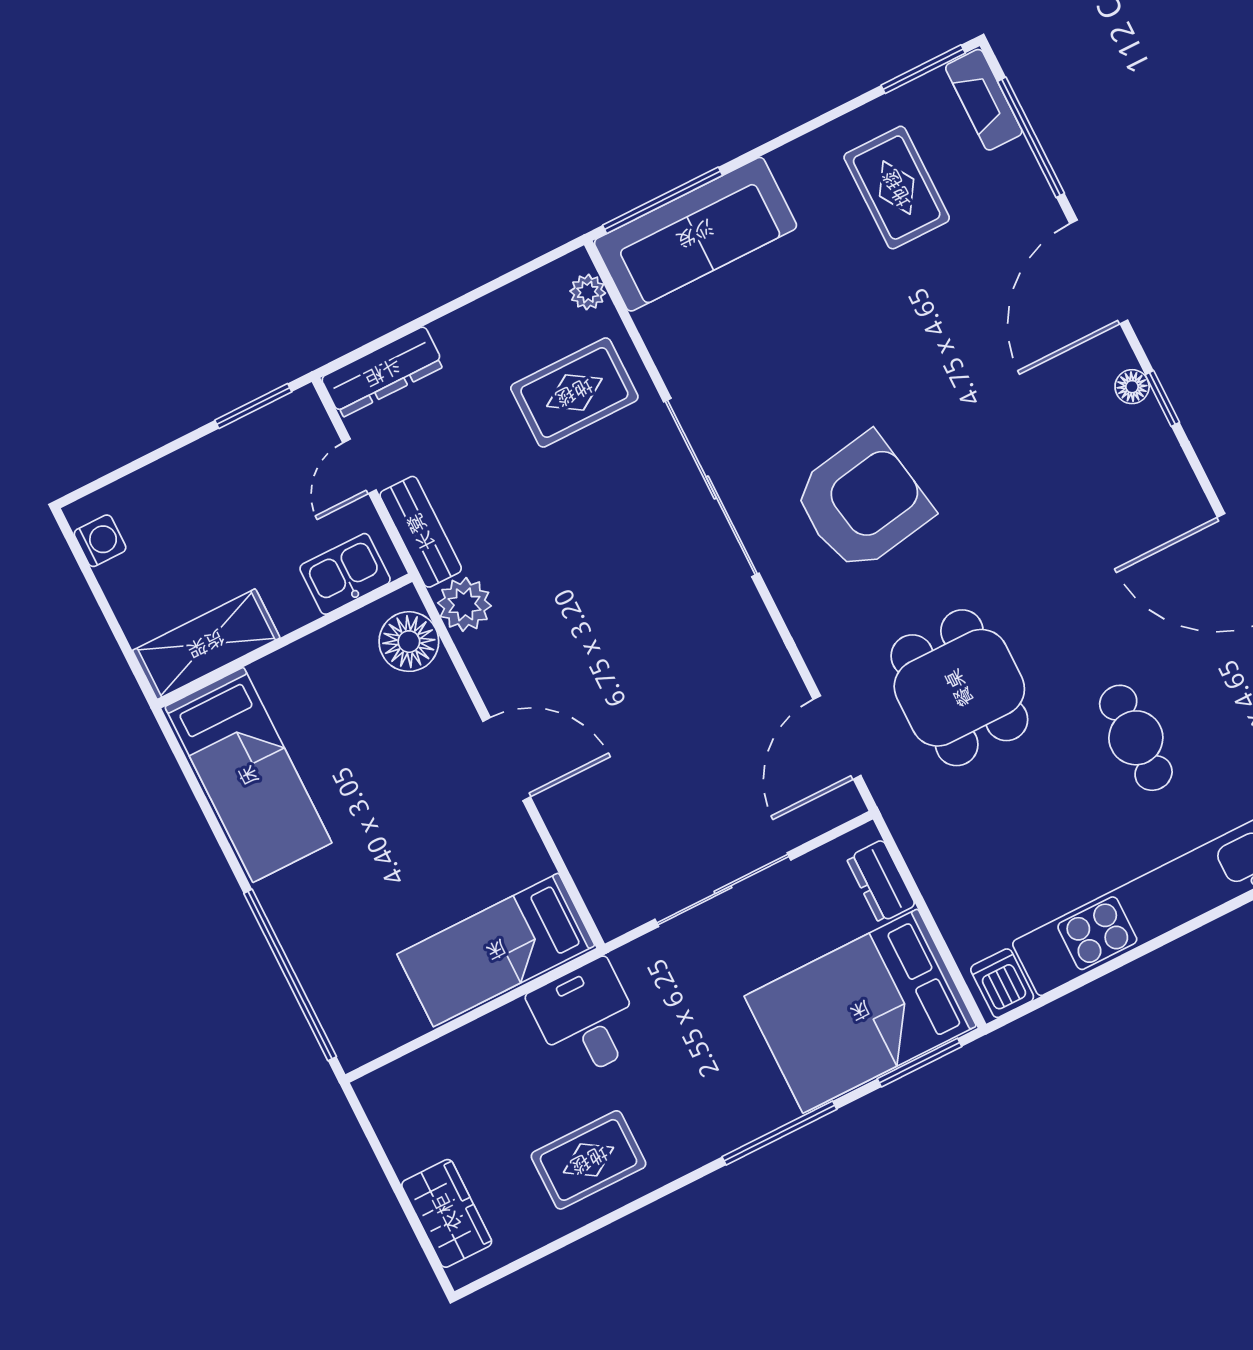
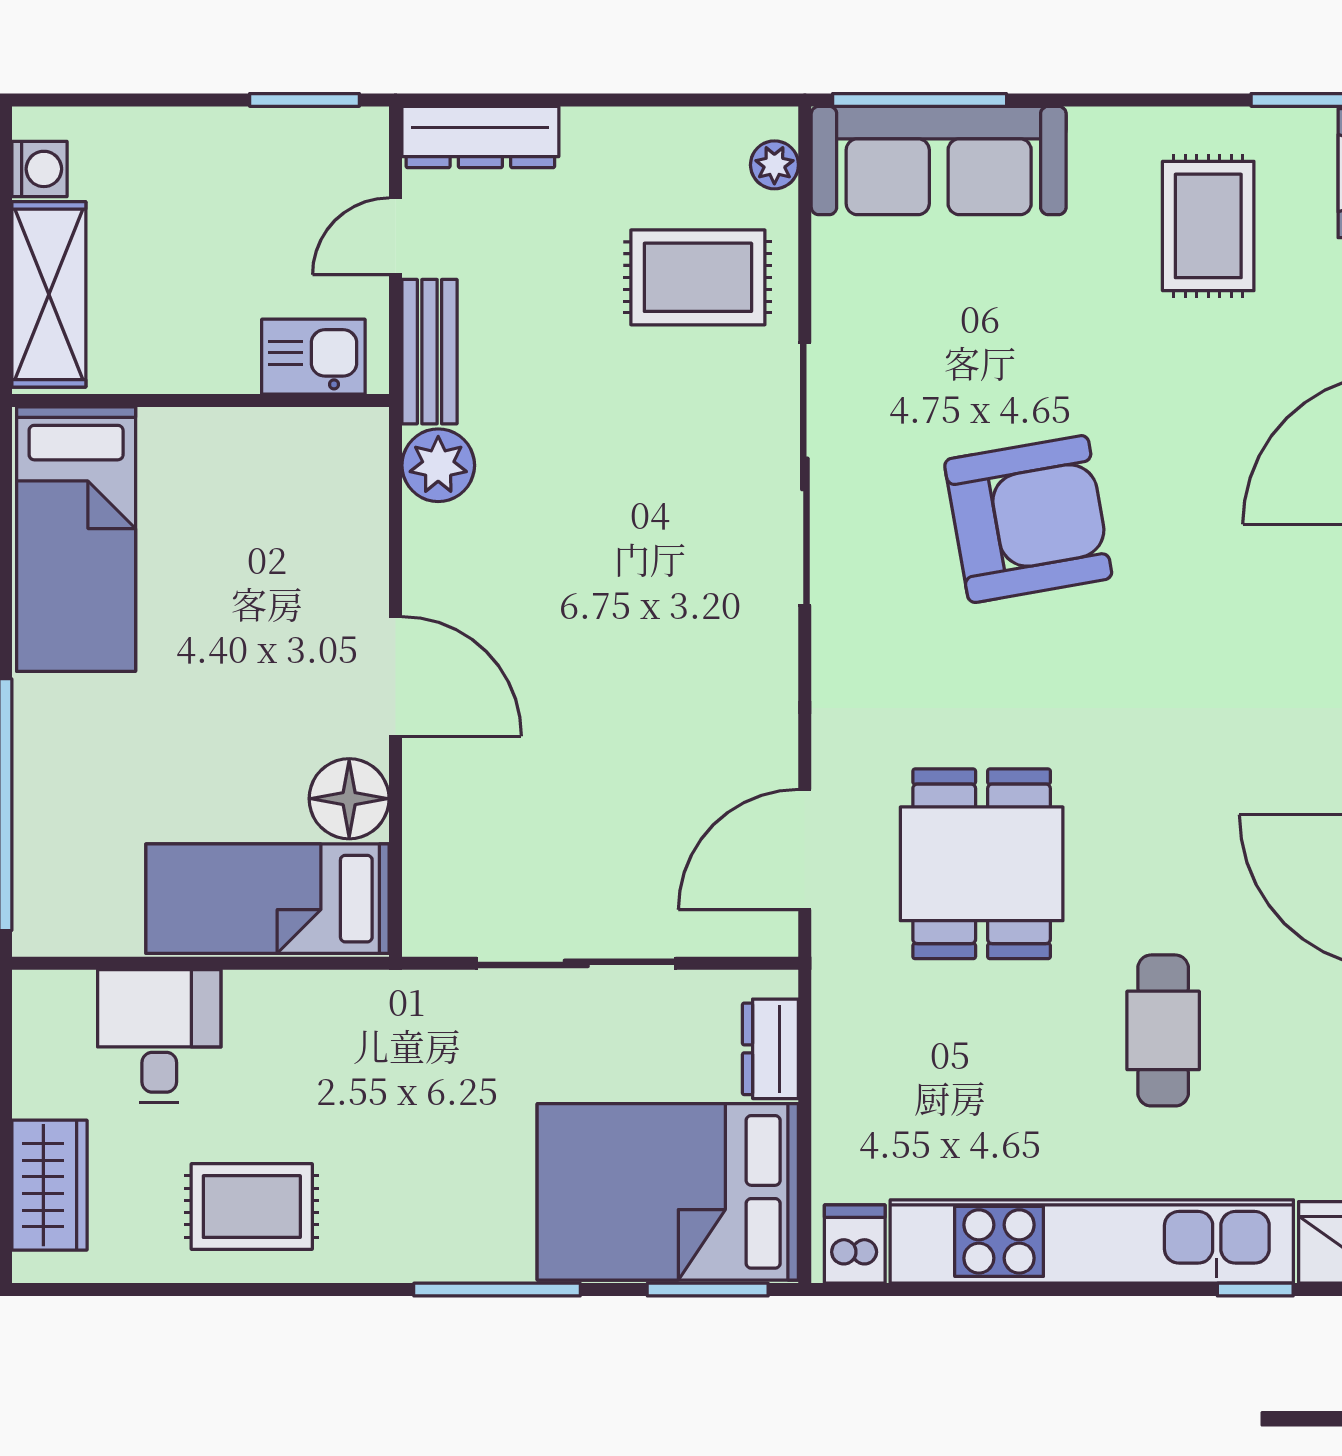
armchair: (862, 502) -> (1028, 519), moved
floor lamp: (409, 642) -> (349, 799), moved
shelving: (206, 644) -> (49, 294), moved, turned 90
desk: (587, 1019) -> (159, 1036), moved

